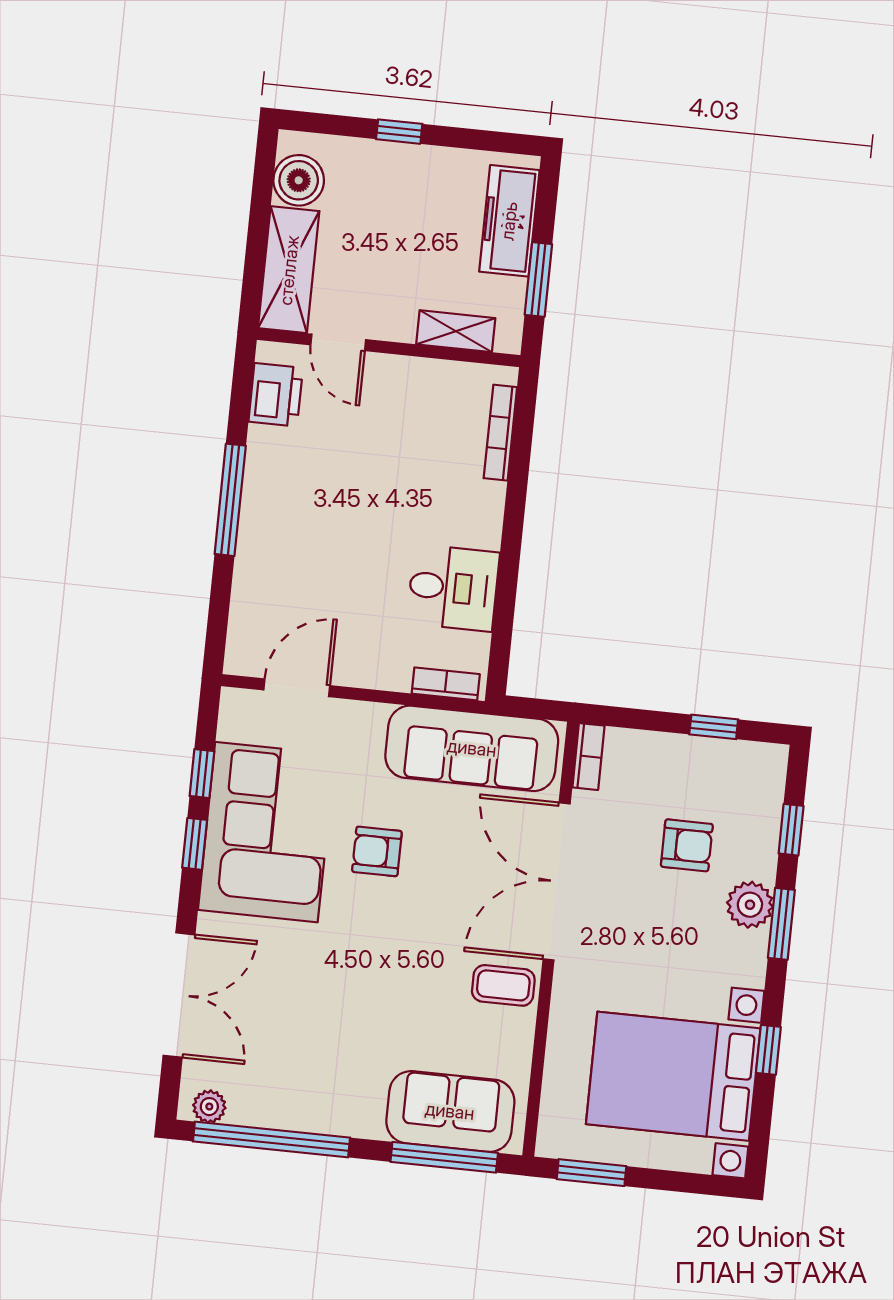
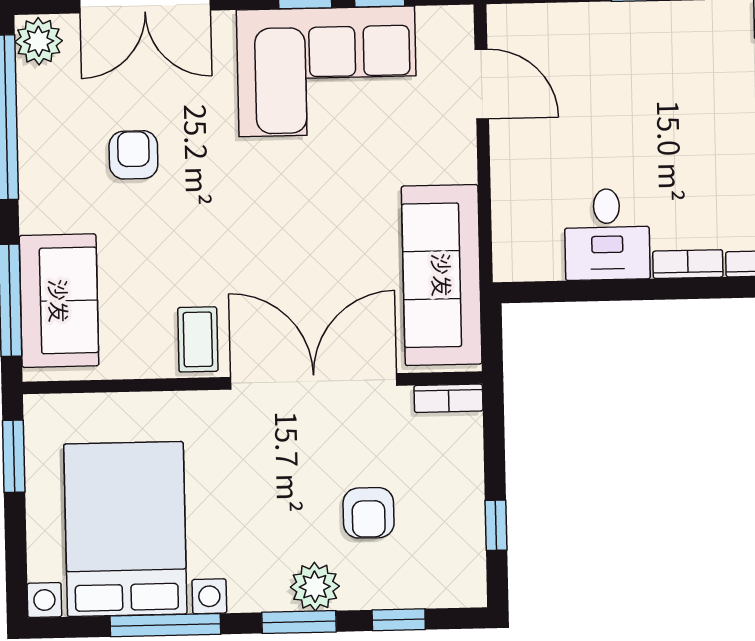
bookcase: (446, 684) -> (688, 264), moved, turned -90
armchair: (377, 851) -> (133, 155), moved
window: (768, 1050) -> (165, 625), width x2.17
plant: (209, 1107) -> (39, 41), width x1.38, depth x1.38

